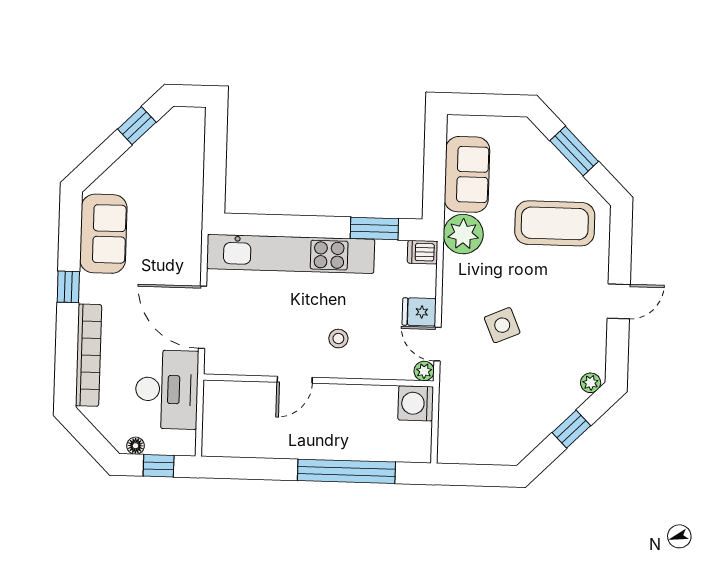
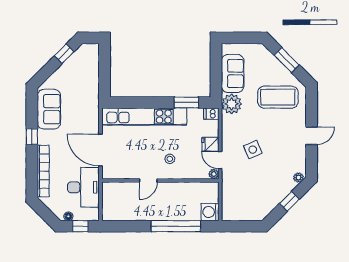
washing machine: (416, 403) -> (210, 212), moved

